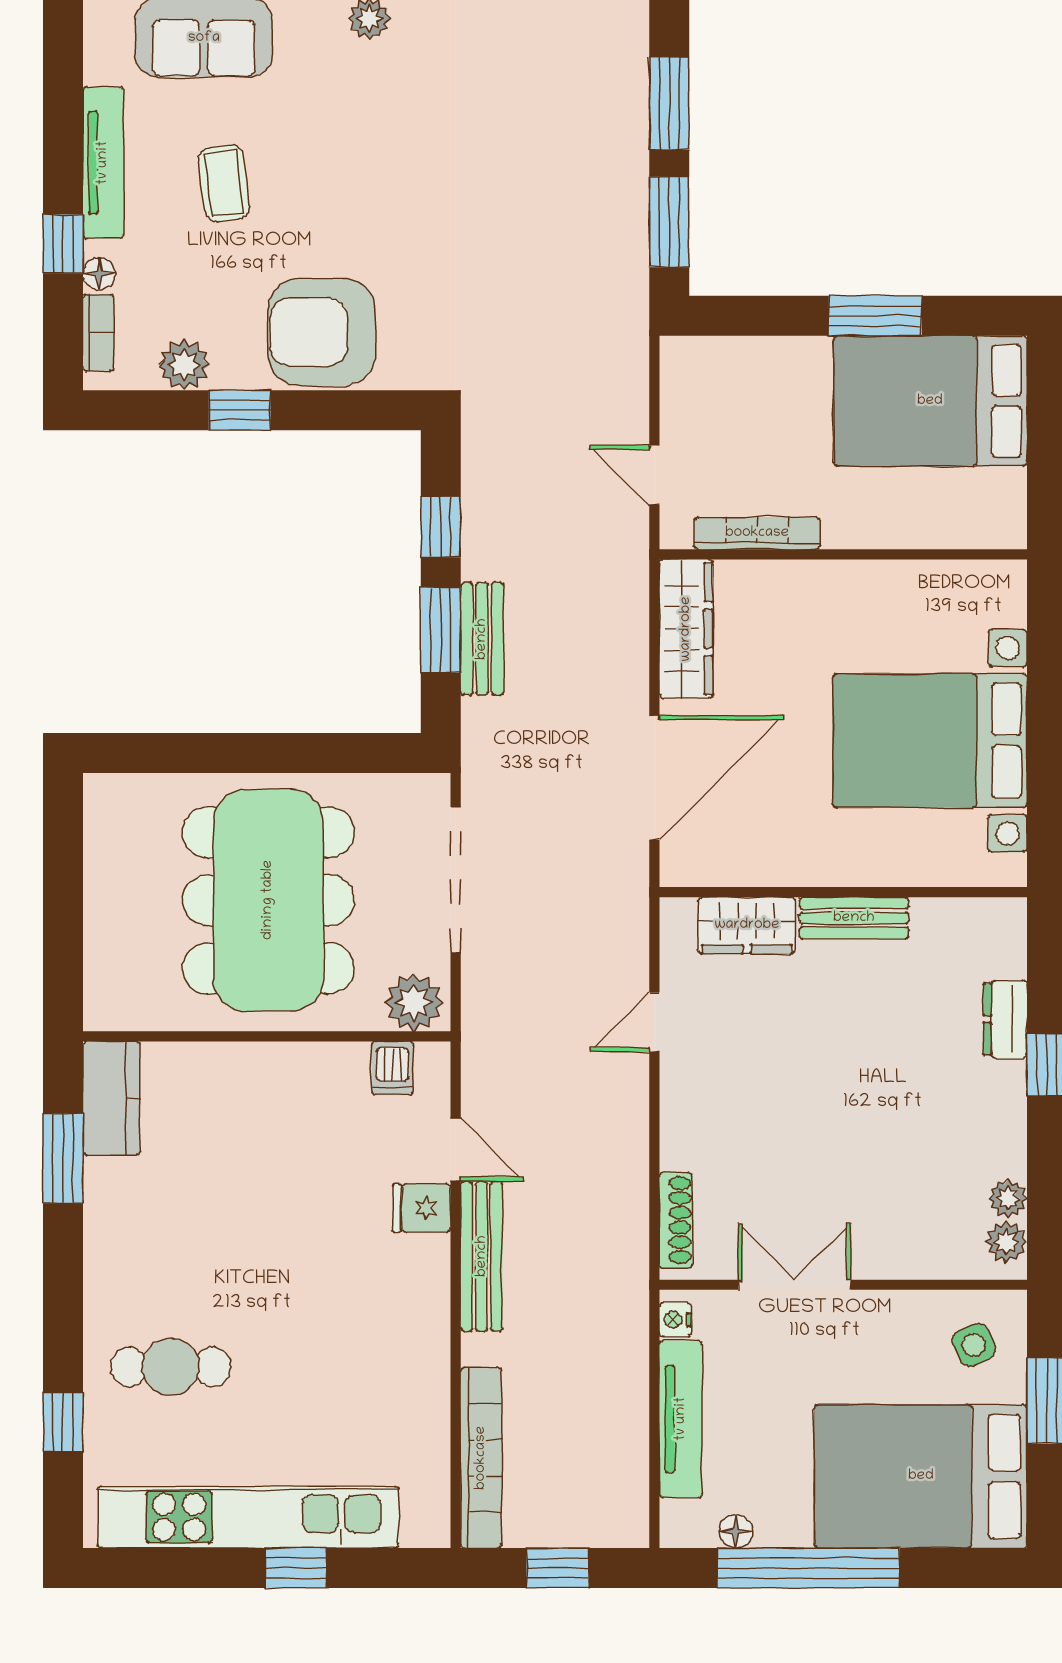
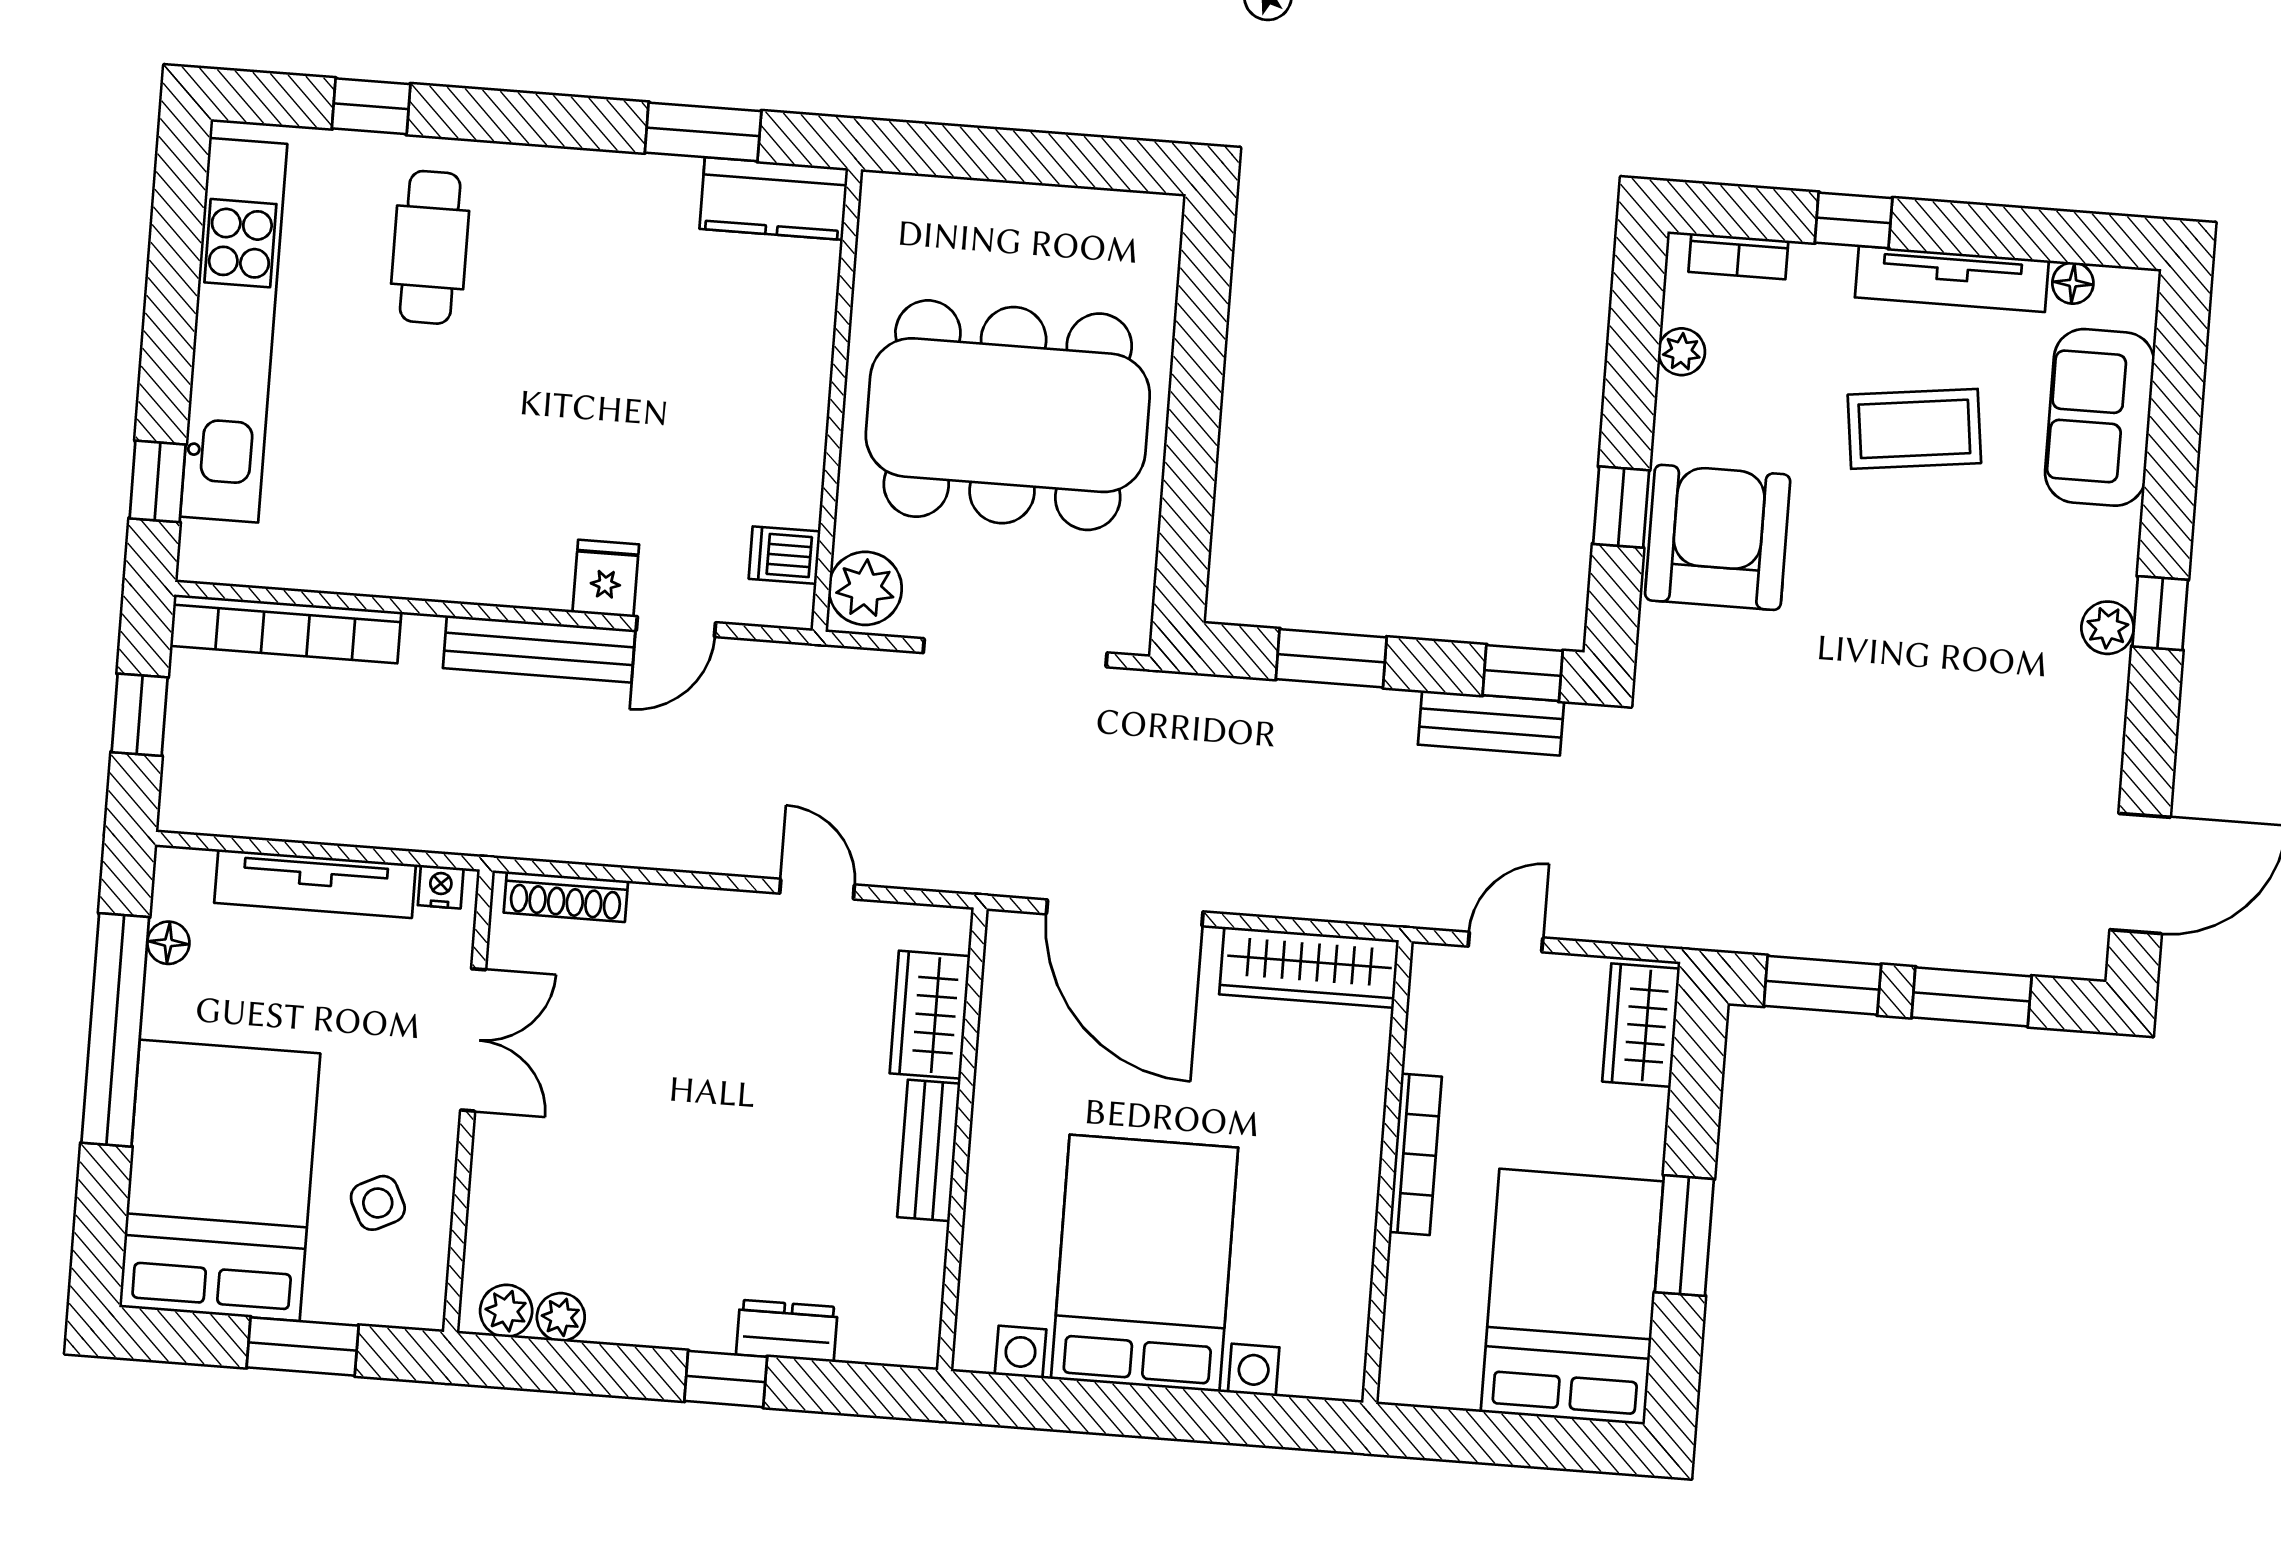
coffee table: (224, 183) -> (1914, 429), width x1.36, depth x1.30
floor lamp: (99, 274) -> (2073, 283), moved
wardrobe: (712, 363) -> (1641, 1025), added
plant: (184, 365) -> (1682, 352), width x0.73, depth x0.73
window: (240, 410) -> (1621, 507), moved
window: (441, 527) -> (1523, 673), moved
bookcase: (757, 533) -> (1416, 1154), moved
bench: (482, 639) -> (1491, 723), moved
side table: (974, 1345) -> (378, 1203), moved
window: (296, 1568) -> (158, 481), moved

